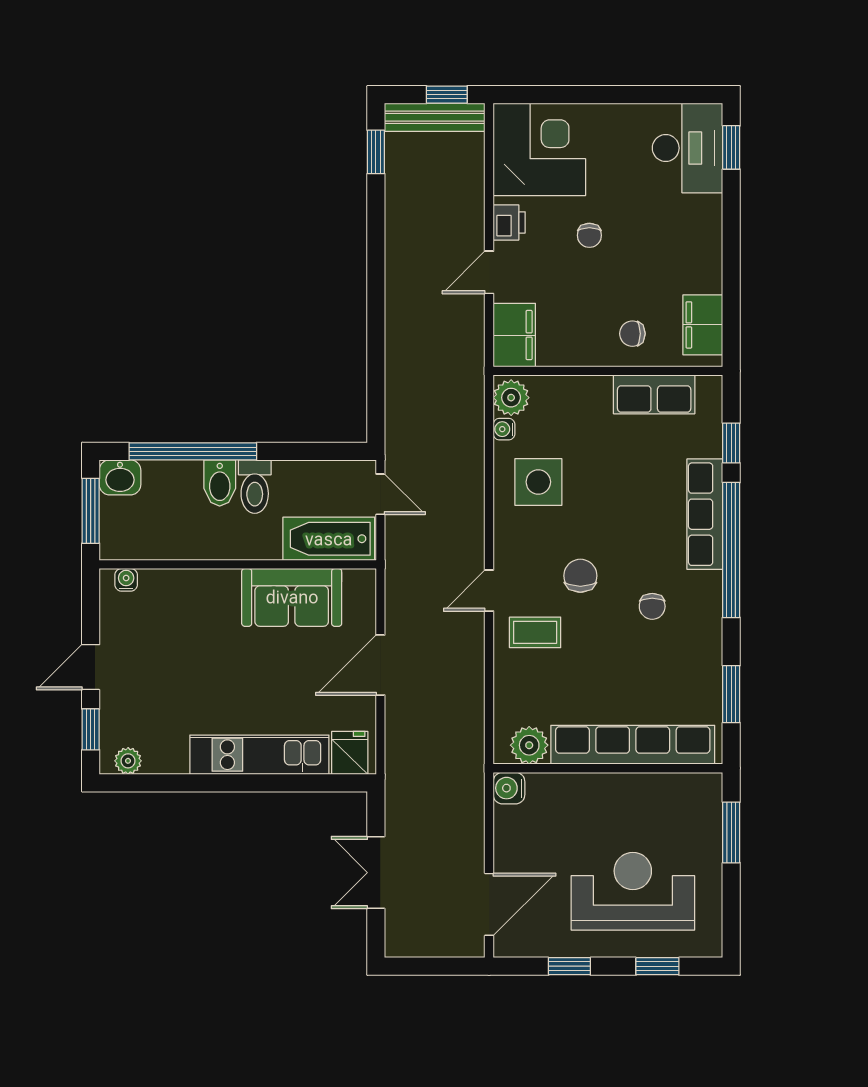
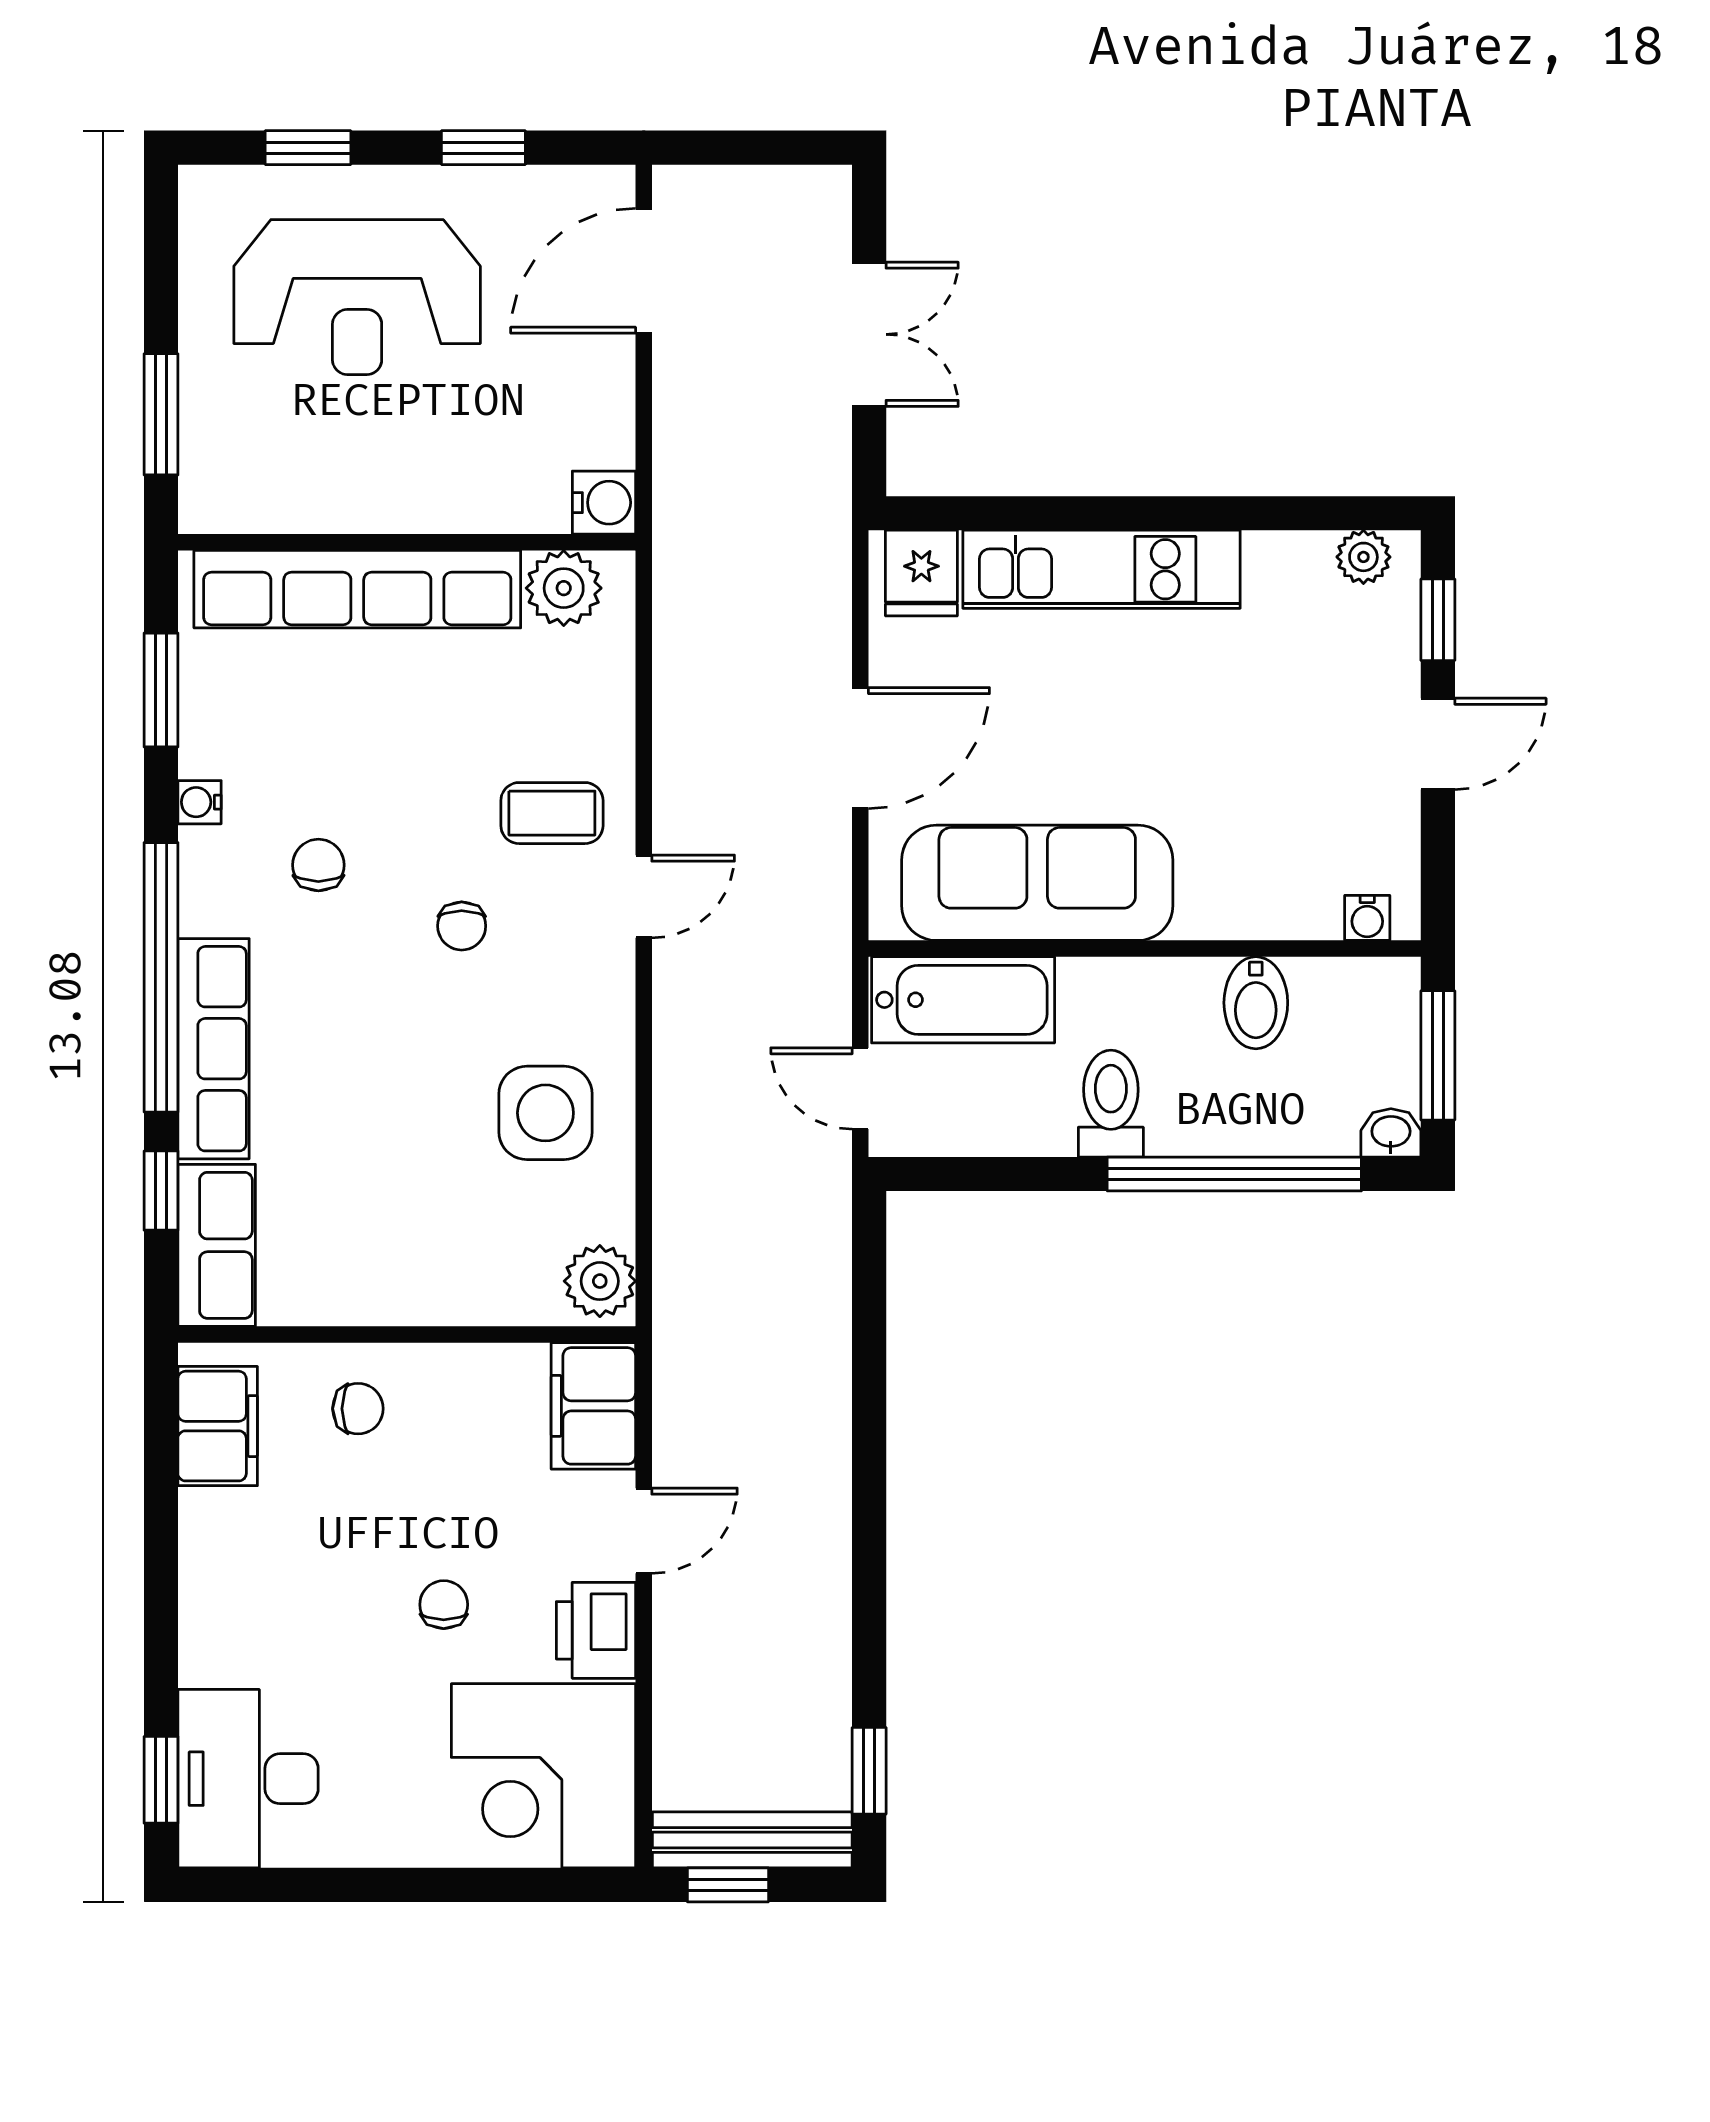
printer: (509, 222) -> (596, 1630), width x1.36, depth x1.24
row of seats: (654, 394) -> (217, 1245), moved, turned 90
water cooler: (504, 429) -> (200, 802), moved, turned 180
washbasin: (120, 477) -> (1391, 1133), width x0.72, depth x0.69
bidet: (220, 483) -> (1256, 1003), moved, turned 180
chair: (580, 576) -> (462, 926), width x0.73, depth x0.73
sofa: (292, 597) -> (1037, 883), width x1.36

